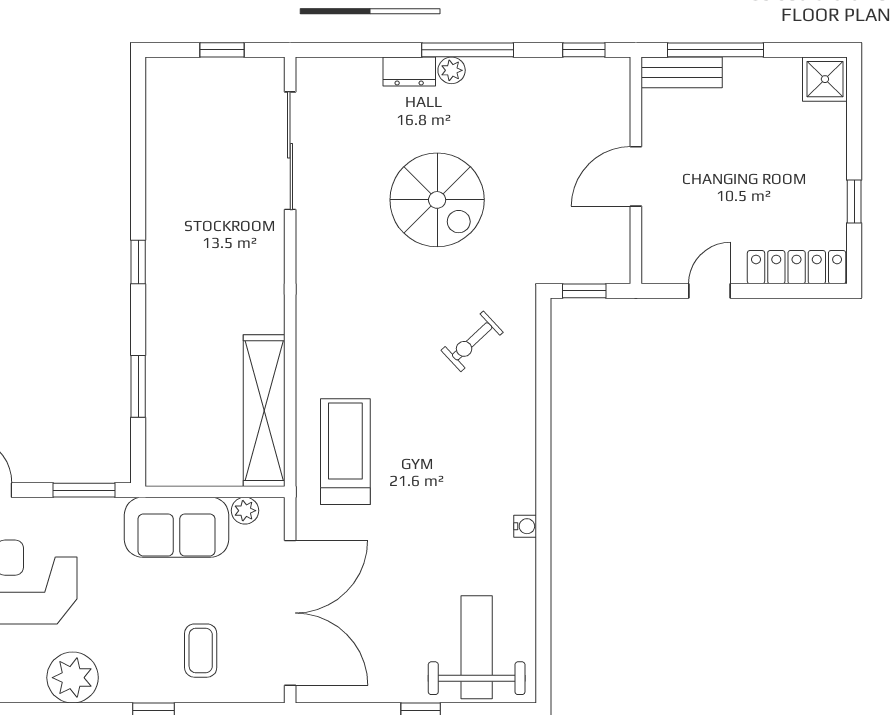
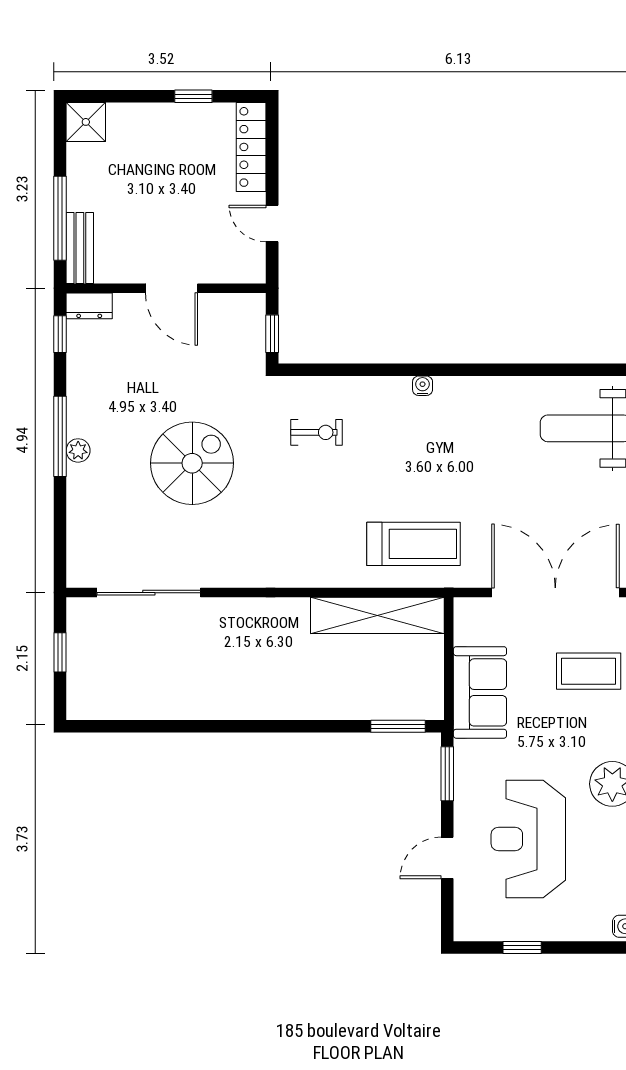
dresser: (409, 72) -> (89, 306), moved, turned 90
window: (138, 262) -> (247, 726), removed
exercise bike: (472, 341) -> (316, 432), turned -47
window: (138, 386) -> (398, 726), moved
treadmill: (345, 452) -> (414, 544), turned 180
plant: (245, 511) -> (465, 632), removed
water cooler: (525, 526) -> (423, 386), moved
coffee table: (201, 651) -> (589, 671), width x1.36, depth x1.30

